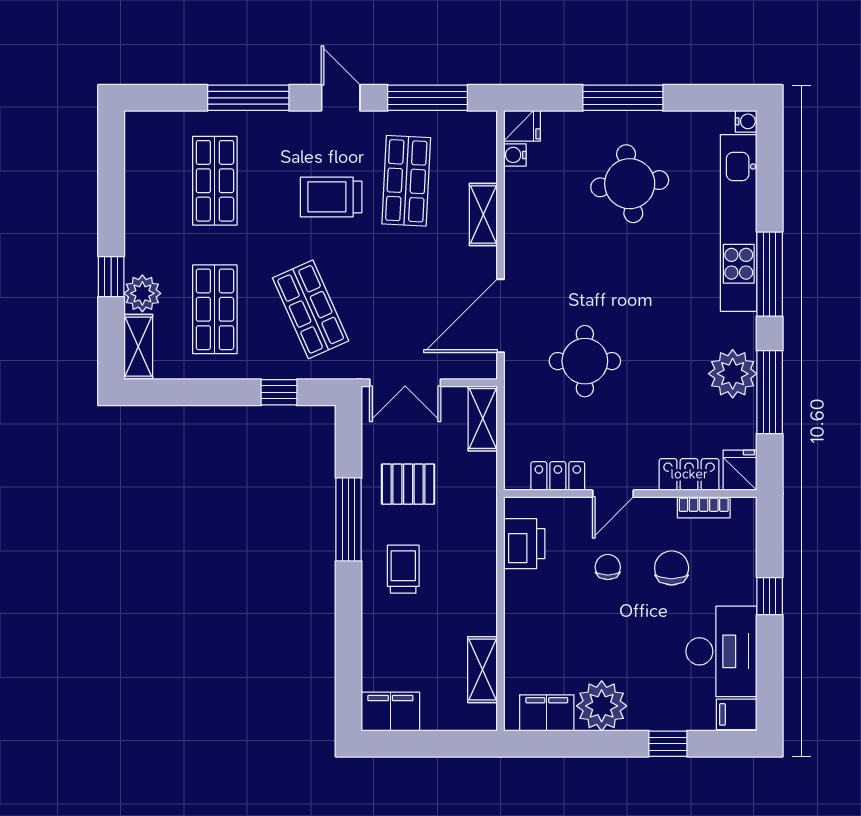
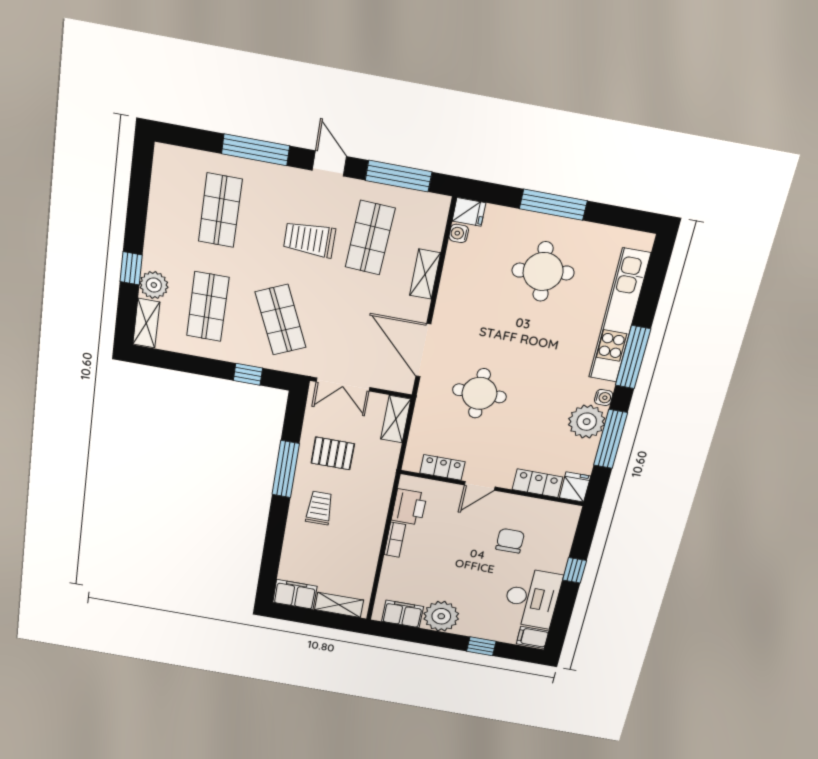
water cooler: (746, 121) -> (604, 397), moved
door: (501, 316) -> (423, 350), hinge flipped
bookcase: (704, 507) -> (395, 540), moved, turned -90
chair: (608, 567) -> (465, 532), removed
shelving: (483, 670) -> (339, 605), moved, turned 90

